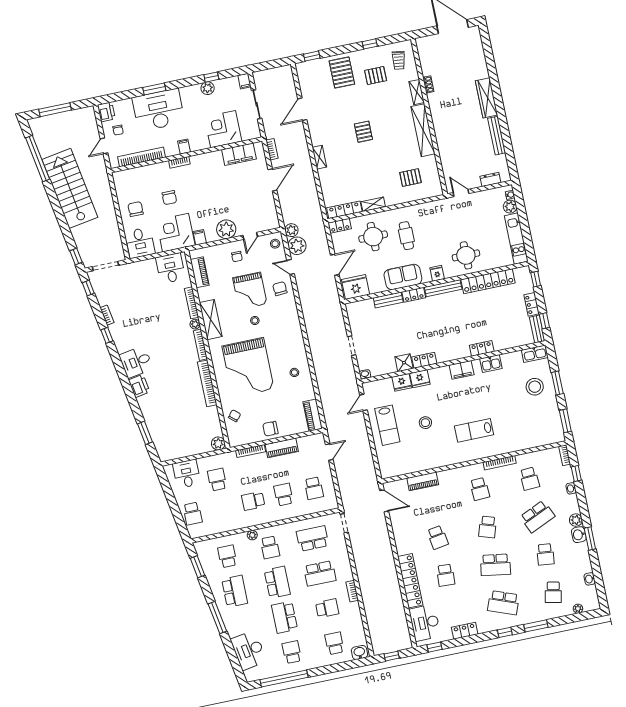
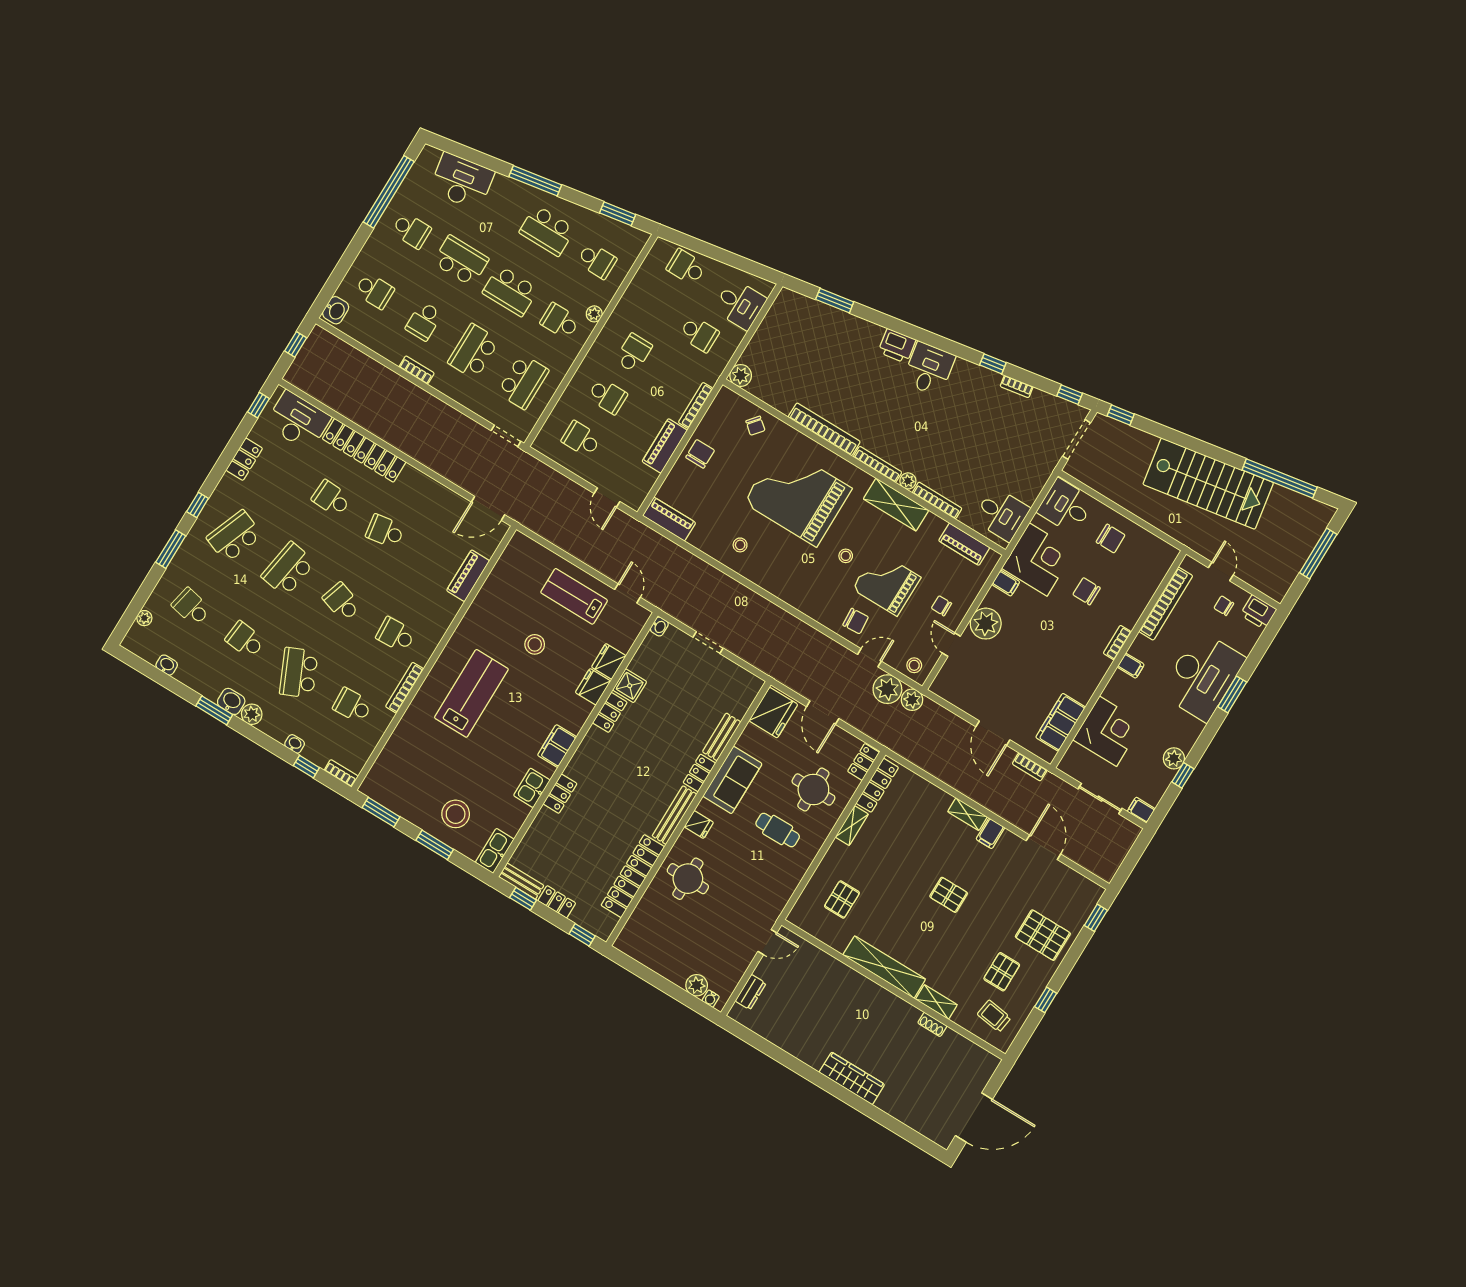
bench: (497, 136) -> (796, 1048), removed
filing cabinet: (318, 139) -> (990, 833), added
kitchen unit: (516, 238) -> (652, 957), removed
lab bench: (474, 430) -> (471, 693), width x1.36, depth x1.39

